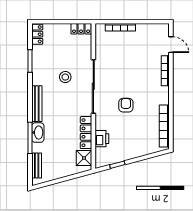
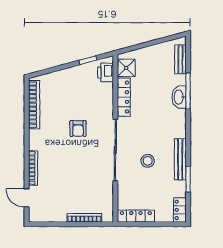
locker: (81, 29) -> (136, 216), width x1.53
bench: (37, 104) -> (180, 159), moved
printer: (102, 139) -> (106, 73), moved

